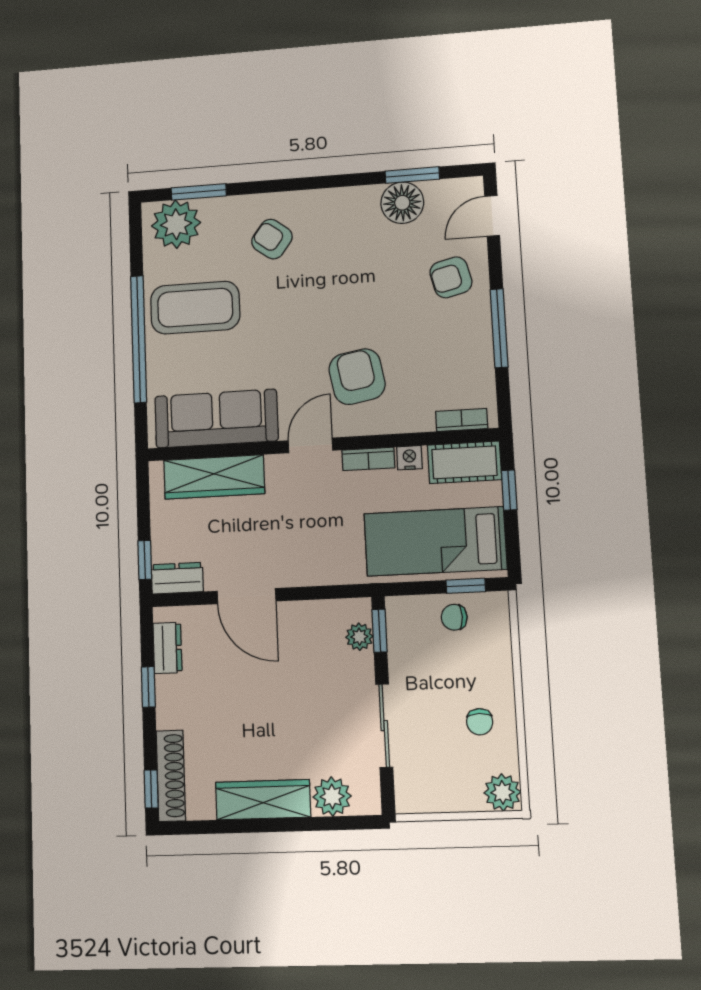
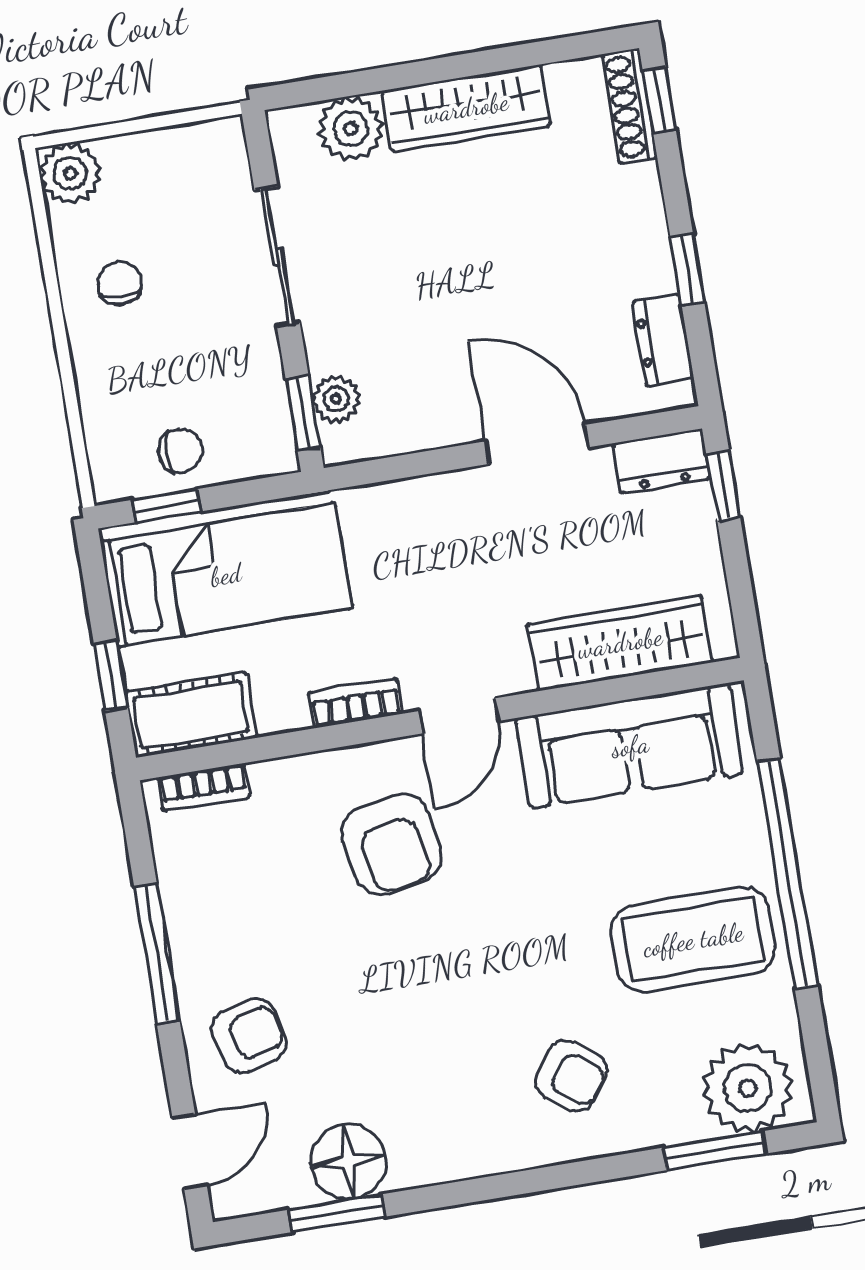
nightstand: (409, 458) -> (285, 713), removed
shoe rack: (171, 776) -> (630, 106), width x0.74, depth x0.81

